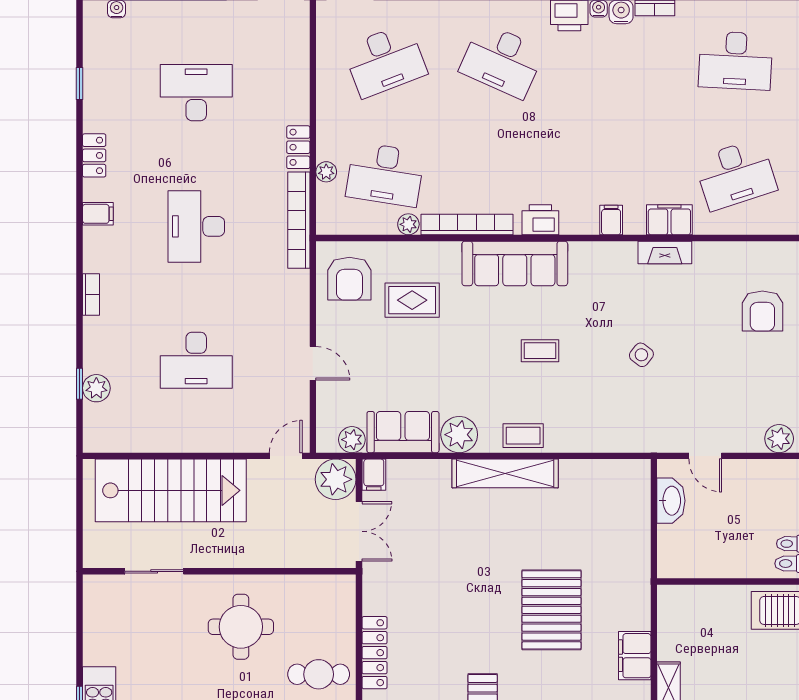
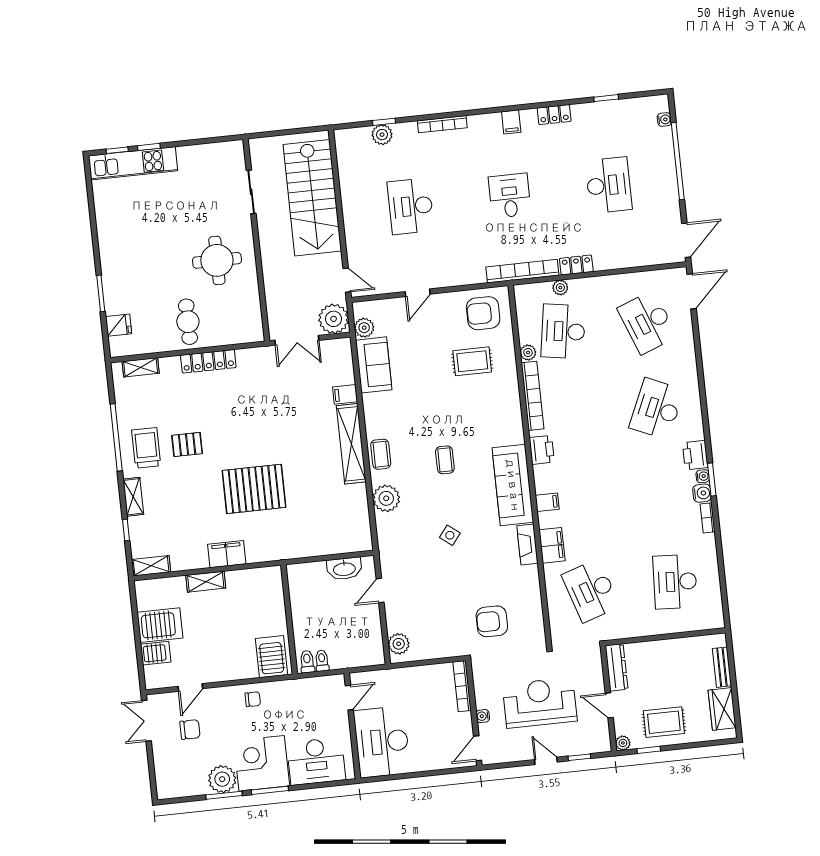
desk: (196, 226) -> (510, 196), width x0.73
sofa: (515, 263) -> (513, 485), moved
bookcase: (91, 295) -> (442, 124), width x1.56
rug: (412, 300) -> (472, 361), turned 90
plant: (459, 435) -> (386, 498), moved
filing cabinet: (374, 475) -> (345, 394), moved

